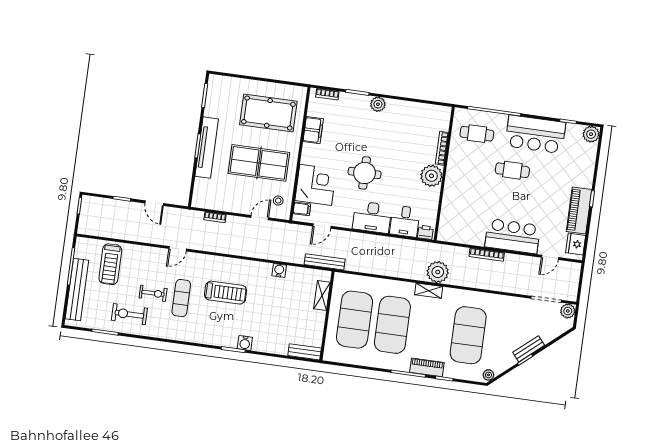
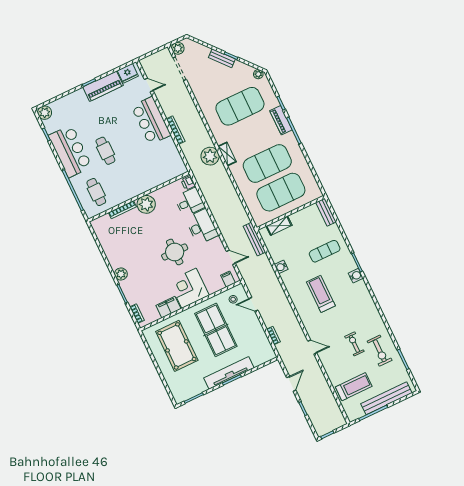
corner desk: (316, 185) -> (189, 288), moved
exercise mat: (181, 298) -> (325, 251), moved
water cooler: (245, 343) -> (356, 276), moved

